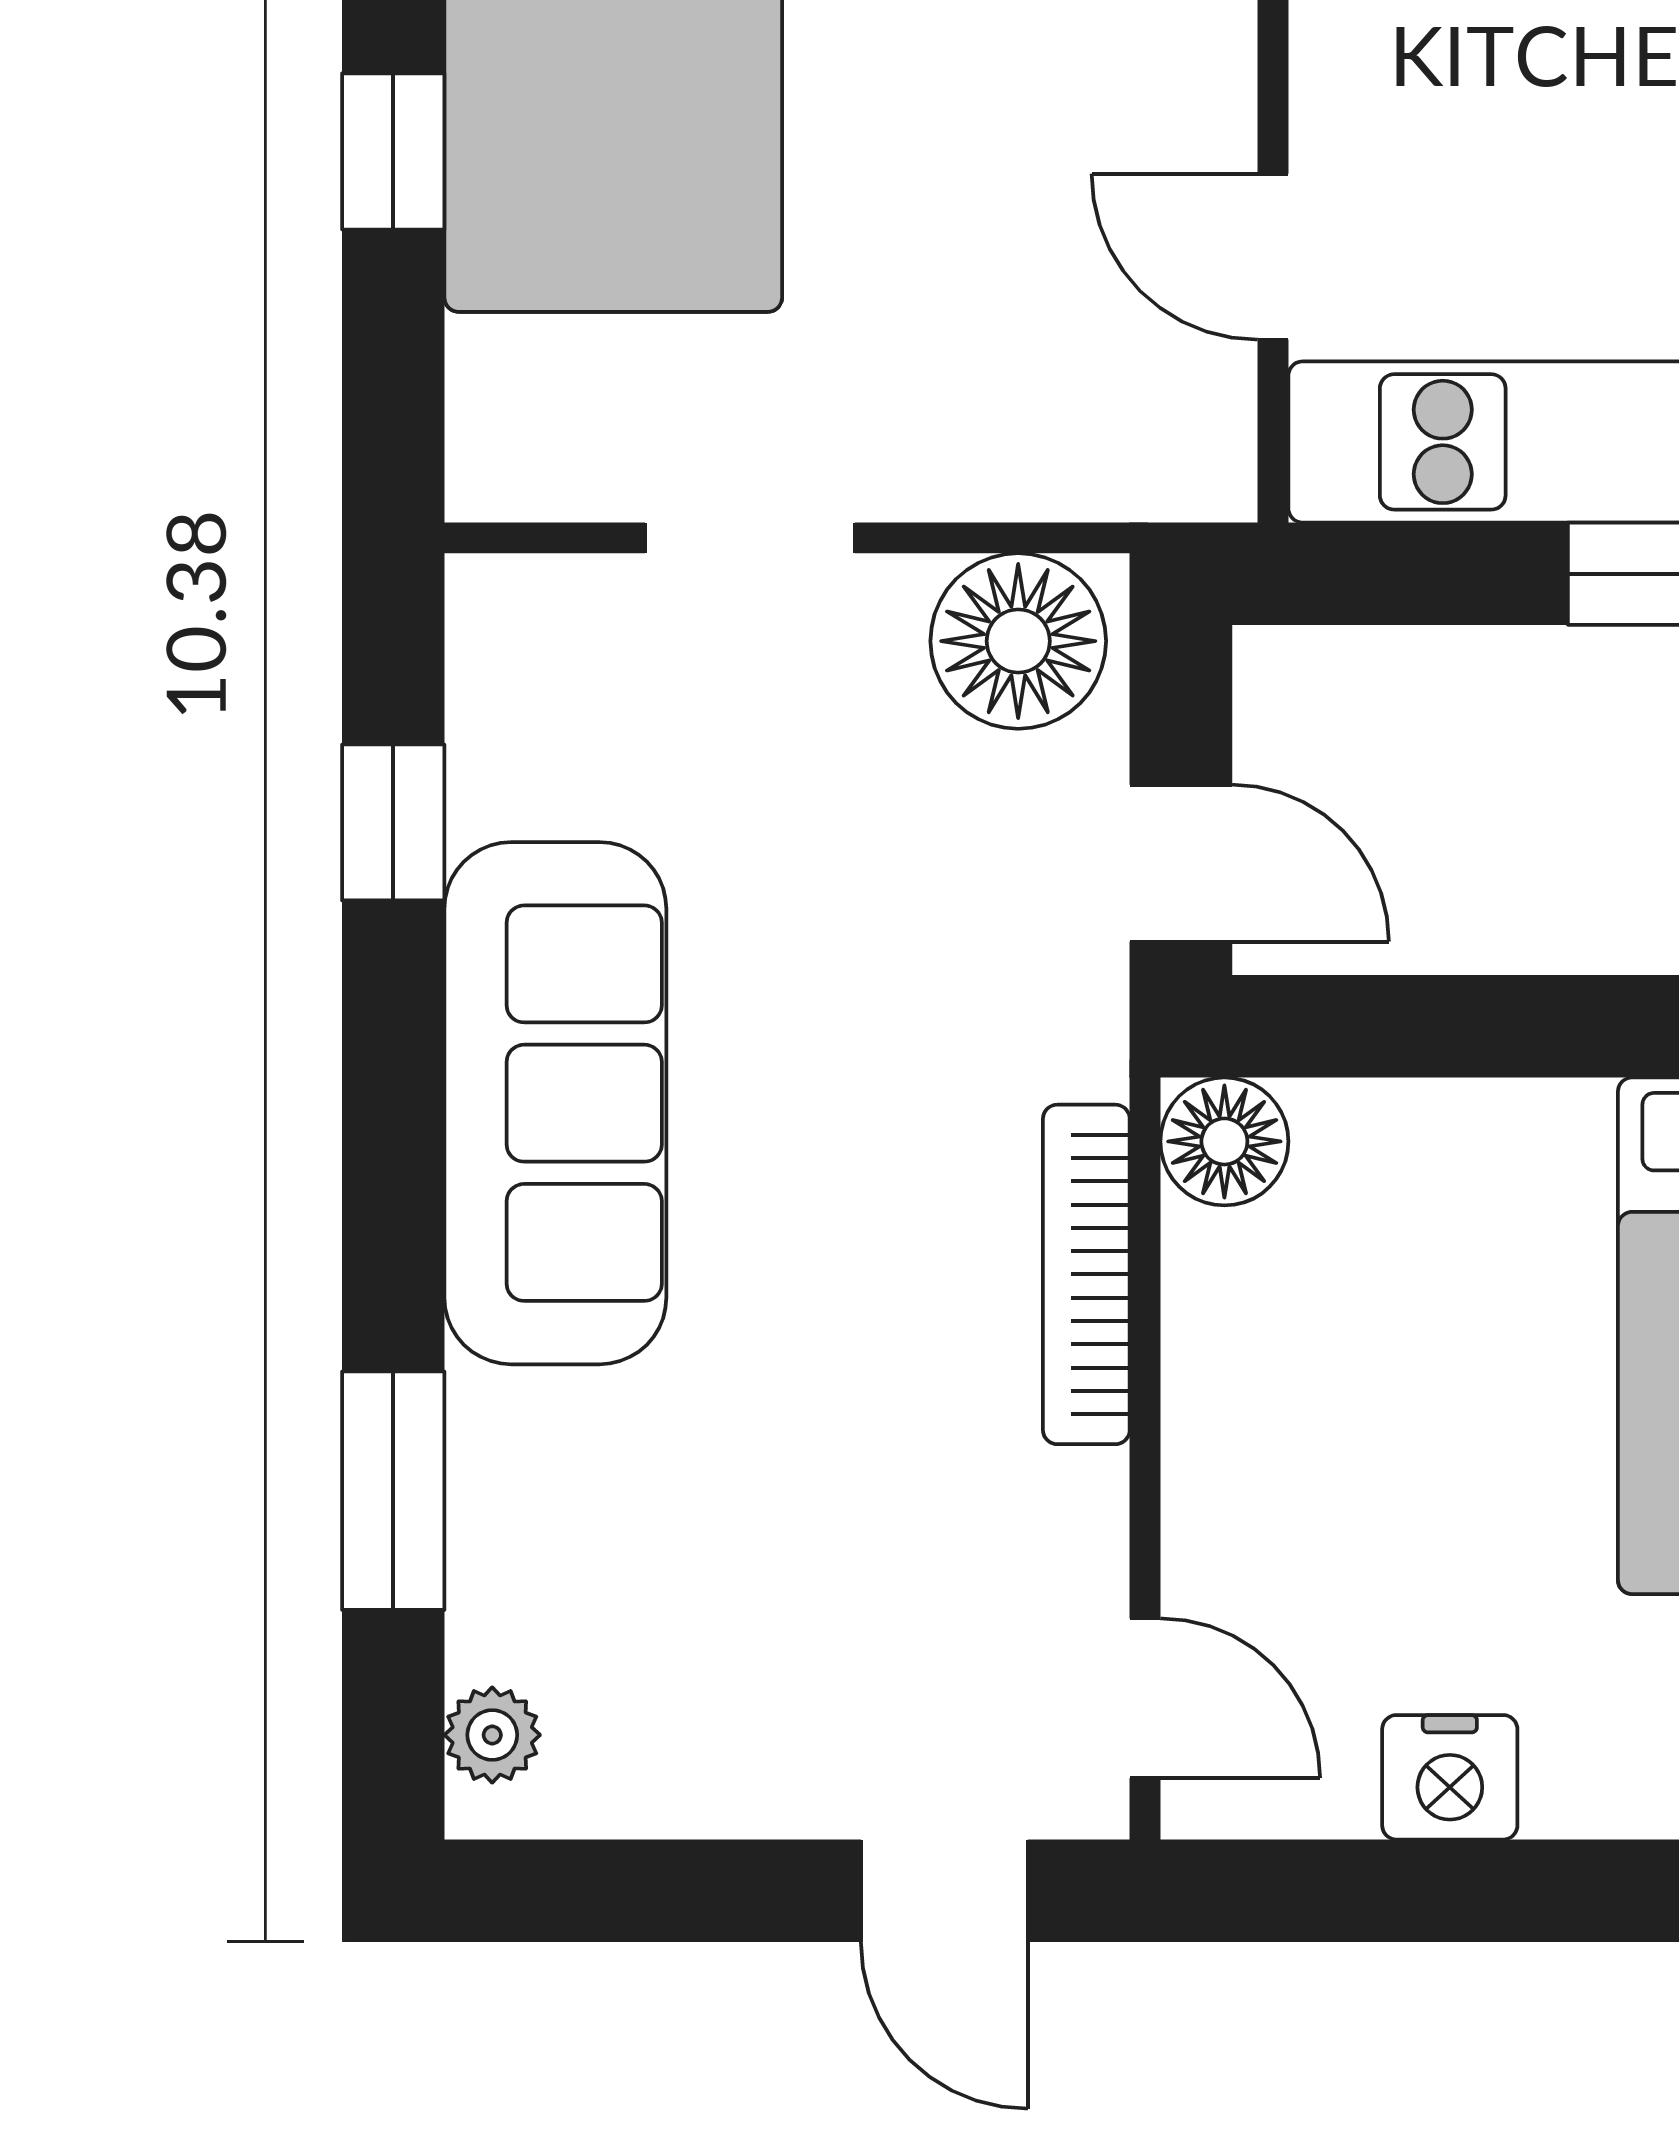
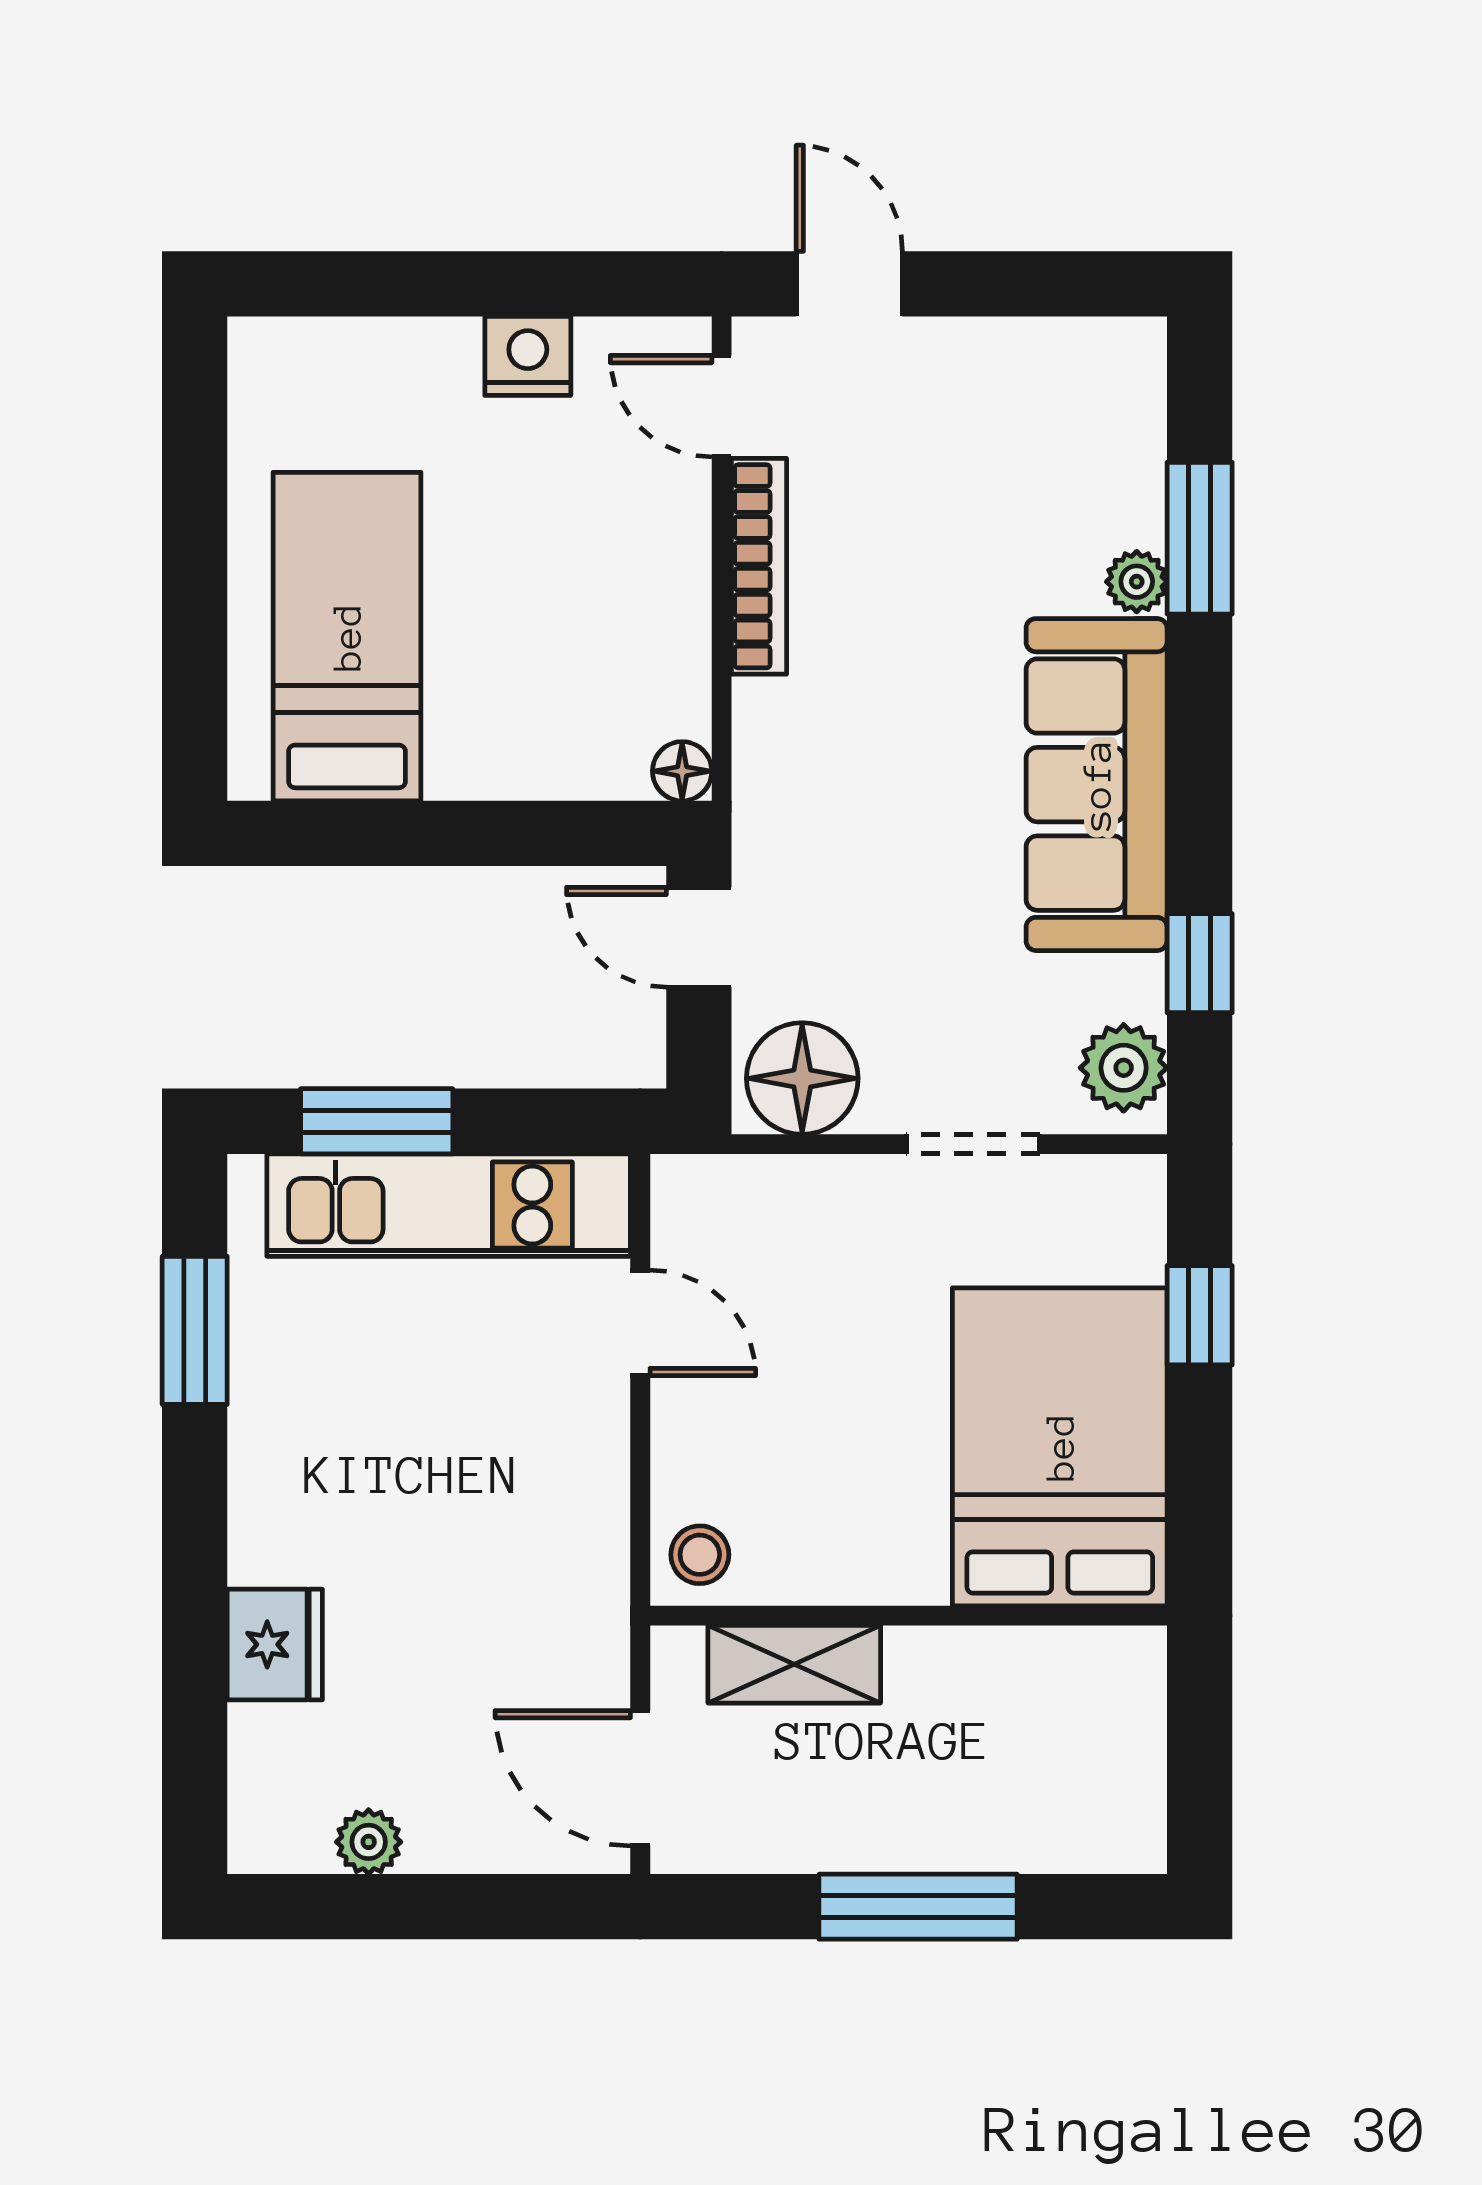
window: (393, 151) -> (1200, 1315), moved
plant: (513, 658) -> (1124, 1068), added
floor lamp: (1224, 1141) -> (682, 771), width x0.73, depth x0.73
bookcase: (1086, 1274) -> (759, 566), moved
plant: (492, 1735) -> (1137, 582), moved

